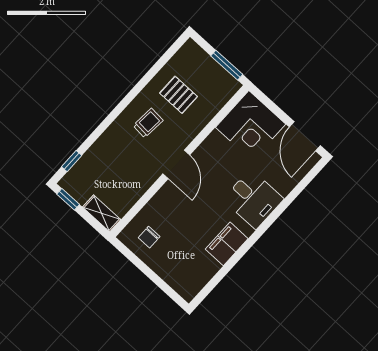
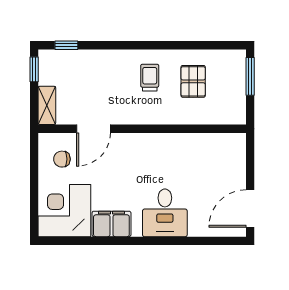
window: (227, 65) -> (250, 76), moved
trolley: (148, 123) -> (150, 78), turned -94
corner desk: (251, 126) -> (64, 211), moved, turned 90
door: (176, 164) -> (94, 129), moved

